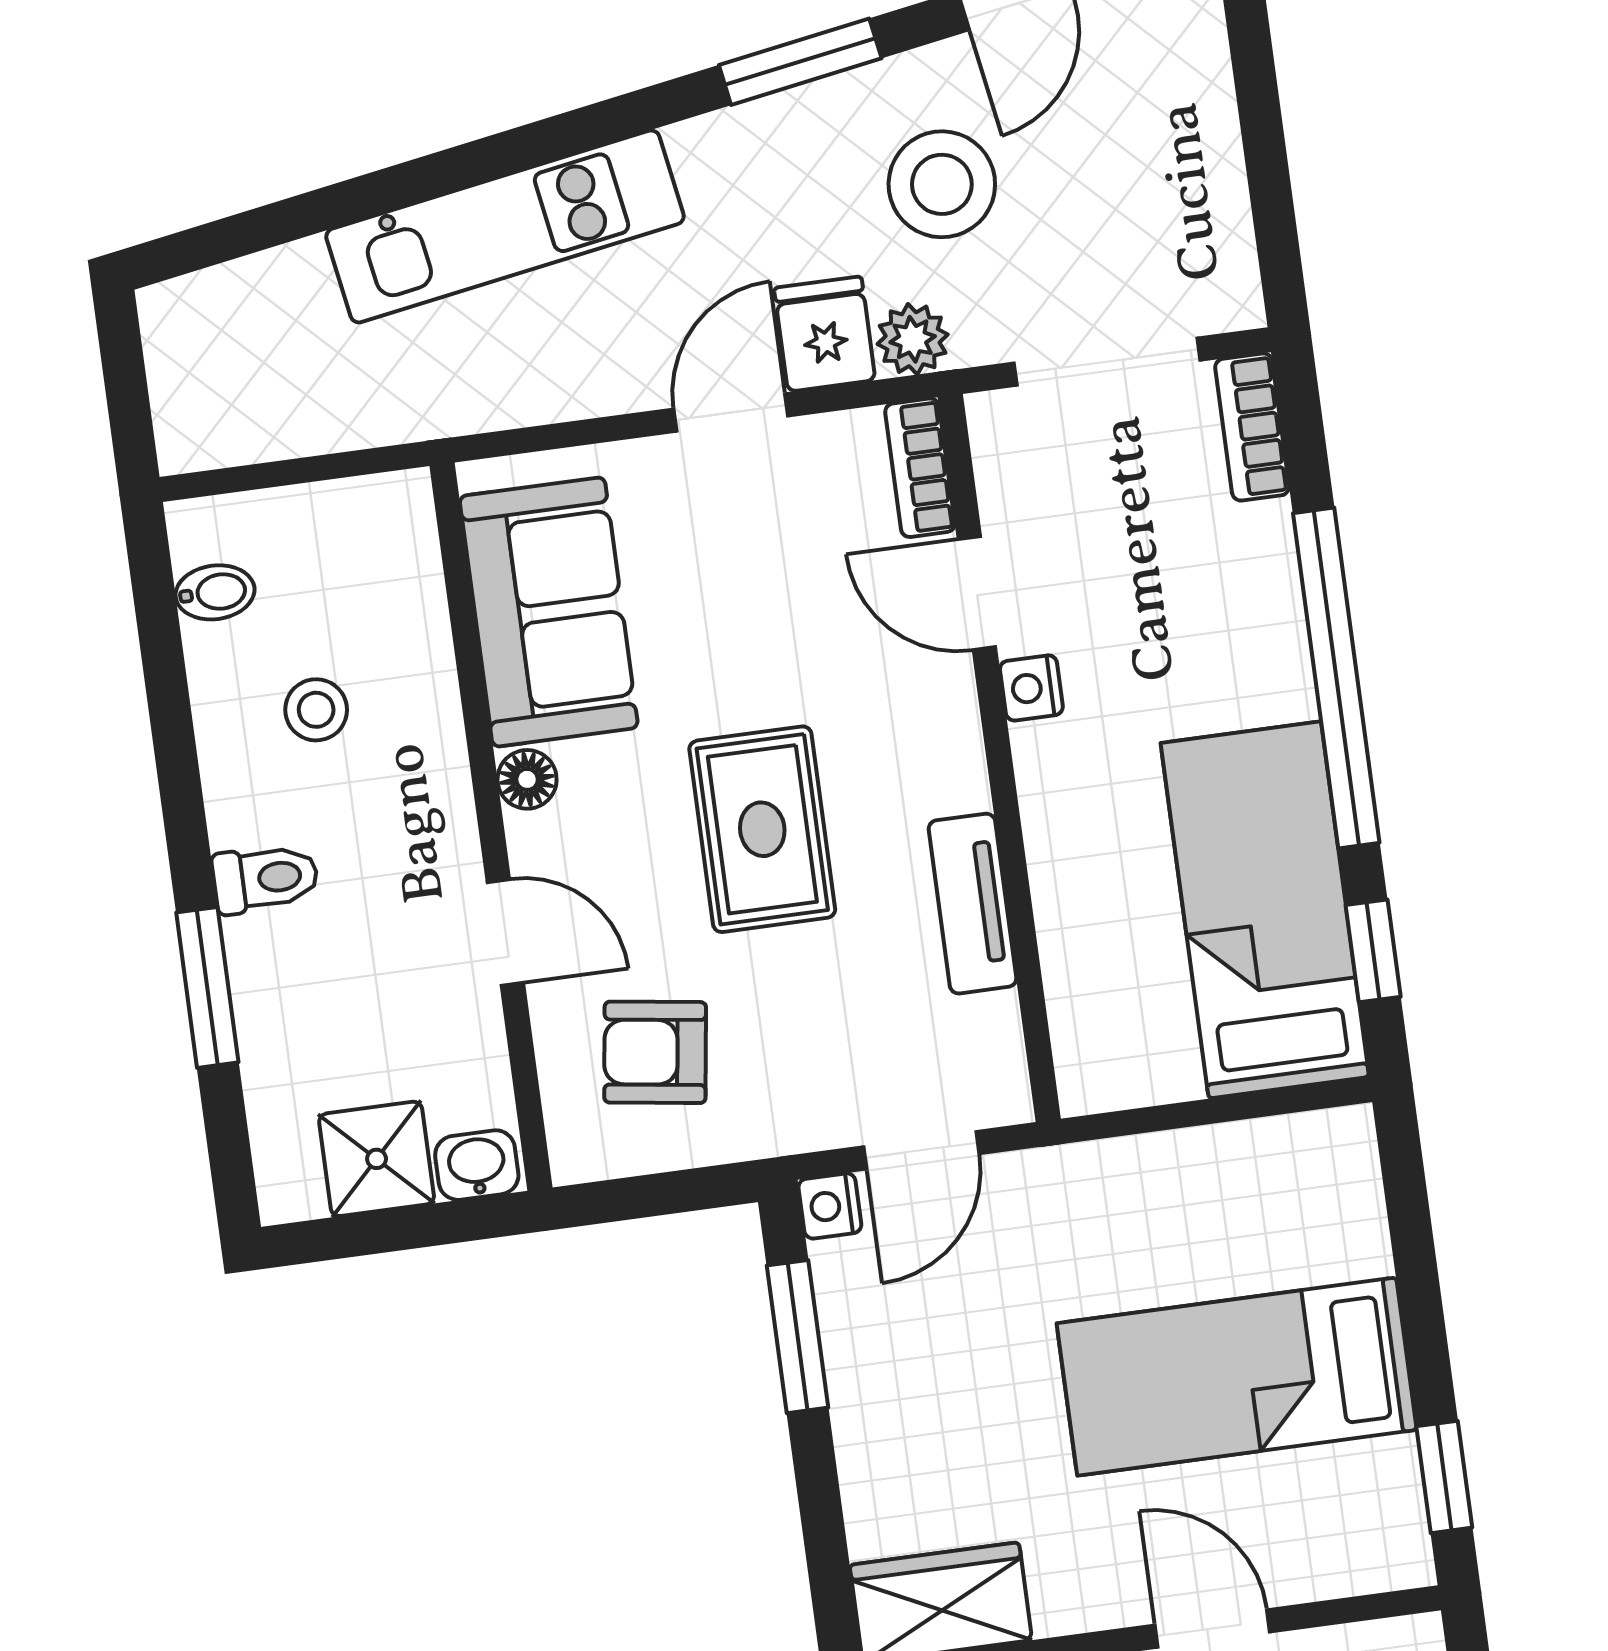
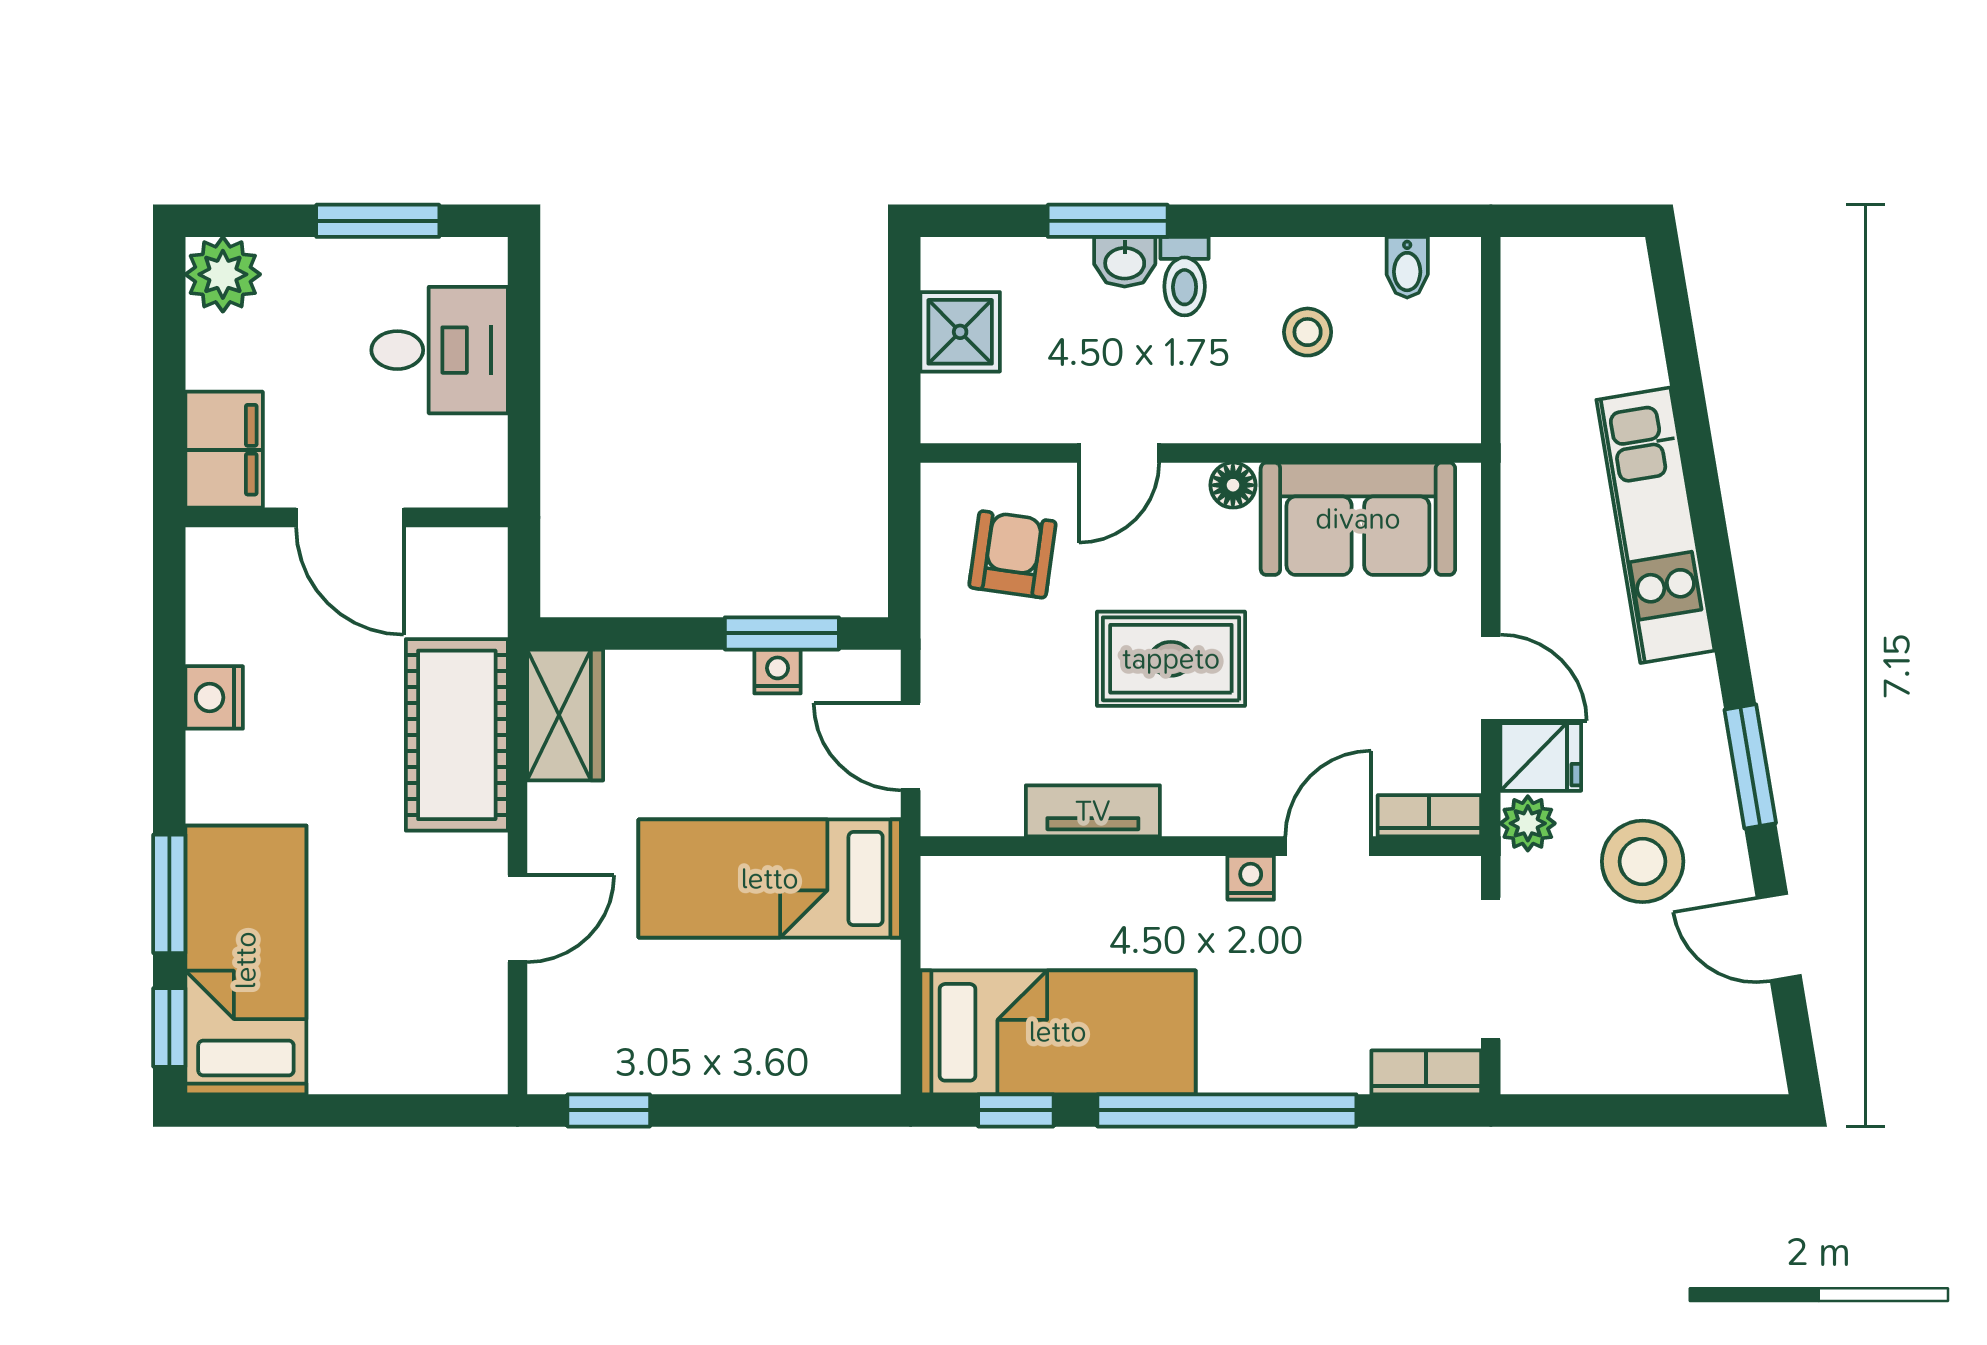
washbasin: (477, 1165) -> (1125, 262), moved, turned 90
nightstand: (830, 1206) -> (778, 671), moved
bed: (1237, 1377) -> (770, 879), moved, turned -90

